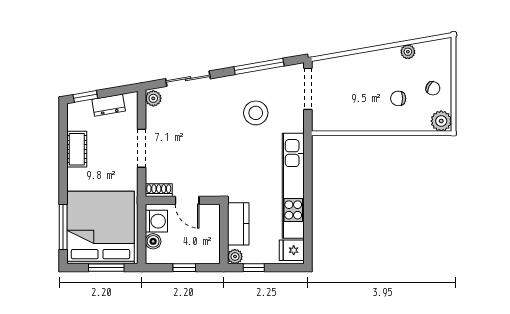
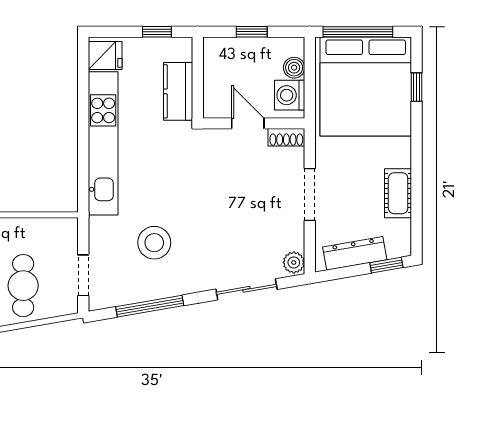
cafe table: (352, 81) -> (23, 286), added
doorway: (308, 89) -> (83, 275), width x0.73
dresser: (109, 105) -> (355, 253), width x1.44
window: (63, 227) -> (417, 87), width x0.46
plant: (235, 257) -> (182, 47), removed
window: (106, 268) -> (358, 32), width x1.44

